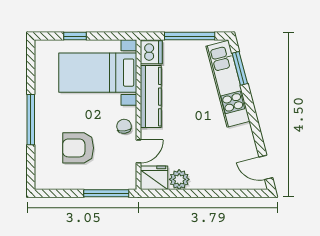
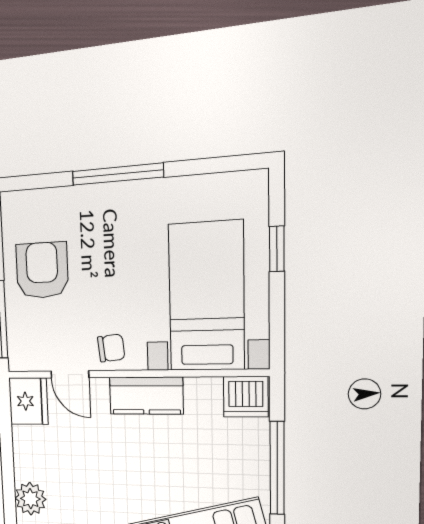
kitchen counter: (151, 97) -> (146, 396), width x0.67
armchair: (78, 148) -> (42, 270), moved
plant: (179, 179) -> (30, 499), moved

